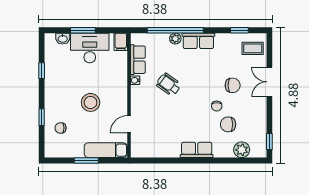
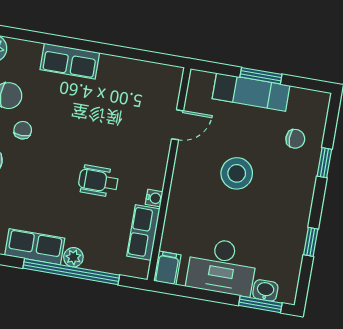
window: (83, 30) -> (260, 304), moved
wheelchair: (169, 85) -> (98, 181), turned 144
exam couch: (106, 150) -> (251, 92), moved

